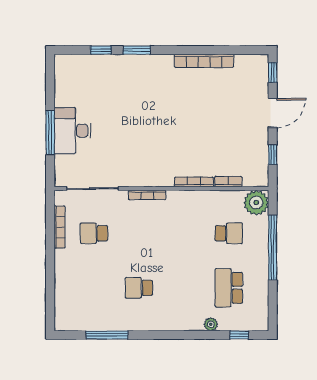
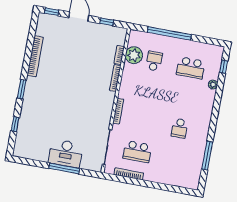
window: (137, 50) -> (22, 89), moved
plant: (256, 203) -> (134, 55), moved
school desk: (94, 233) -> (137, 152), width x1.85

